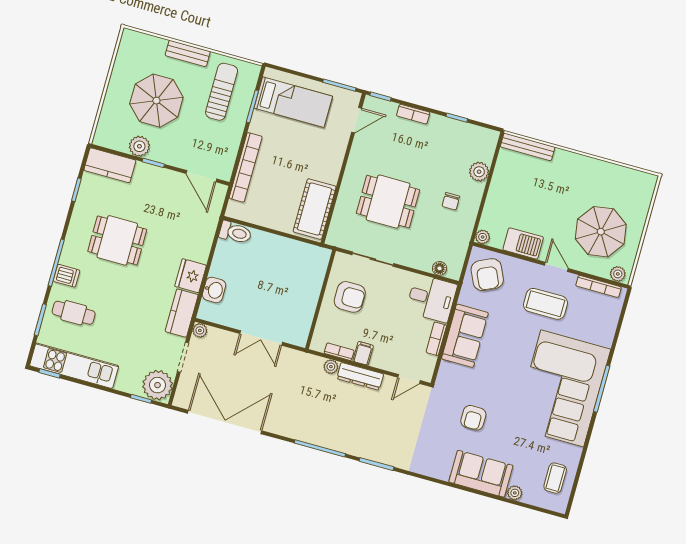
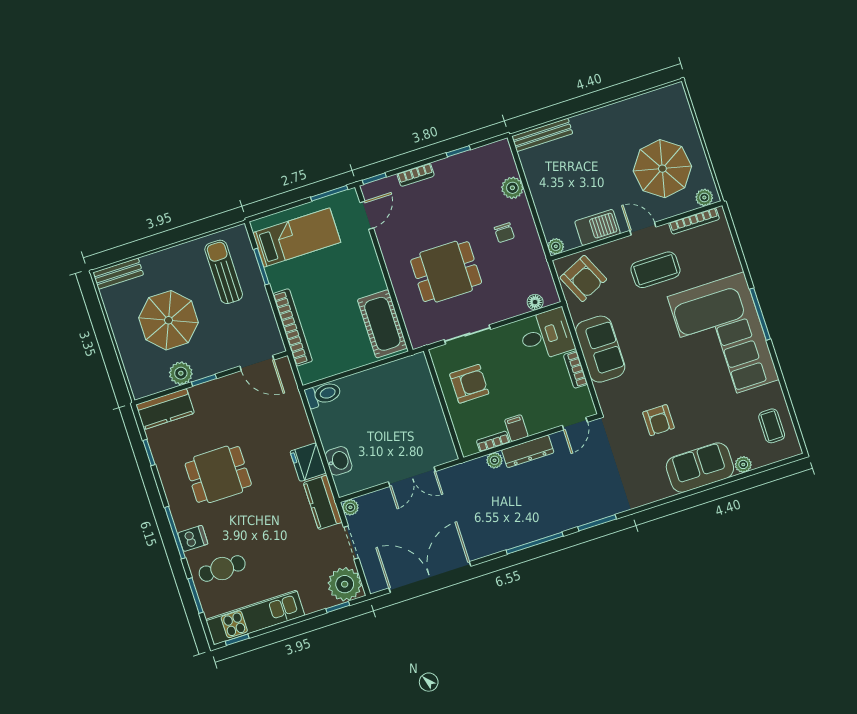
bench: (188, 53) -> (118, 274), moved

